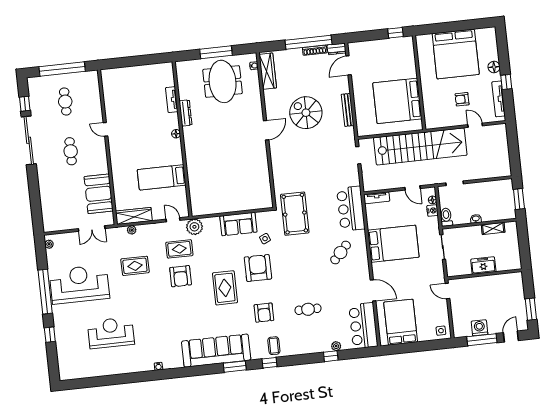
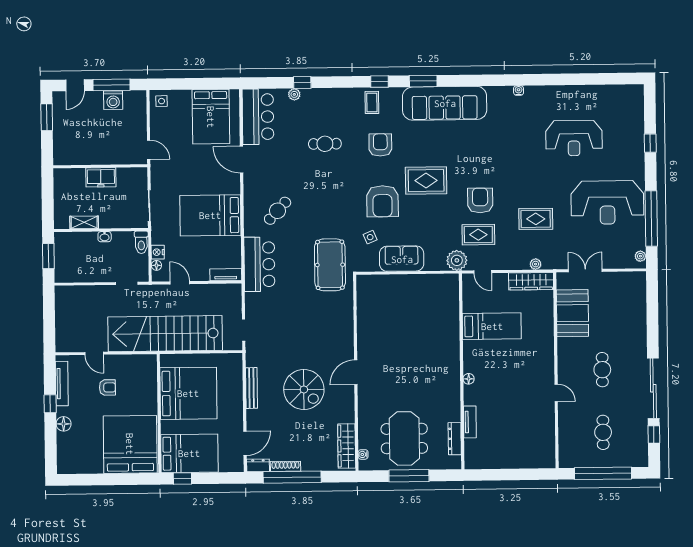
bed: (392, 53) -> (189, 453), added
bed: (456, 54) -> (130, 444), moved
dresser: (186, 113) -> (455, 439), moved
rug: (225, 288) -> (426, 181), turned 90
window: (45, 292) -> (651, 218), moved

